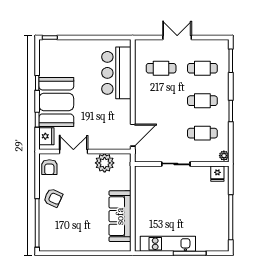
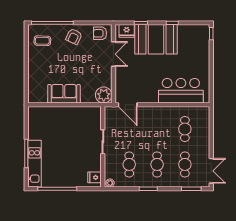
double door: (177, 37) -> (211, 171), moved
plant: (105, 163) -> (104, 95), moved
sofa: (120, 216) -> (64, 94), width x0.73
coffee table: (58, 235) -> (42, 41), added
kitchen unit: (168, 244) -> (34, 164), moved

